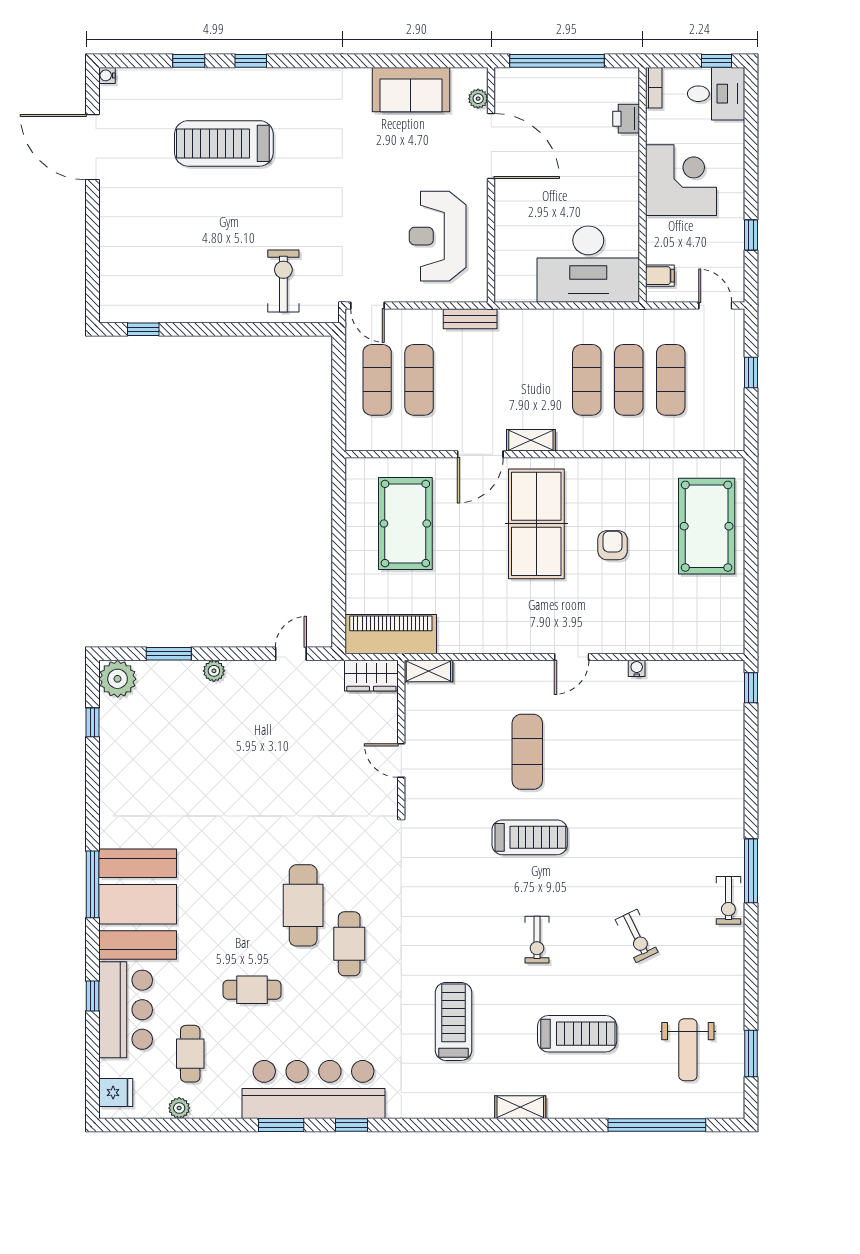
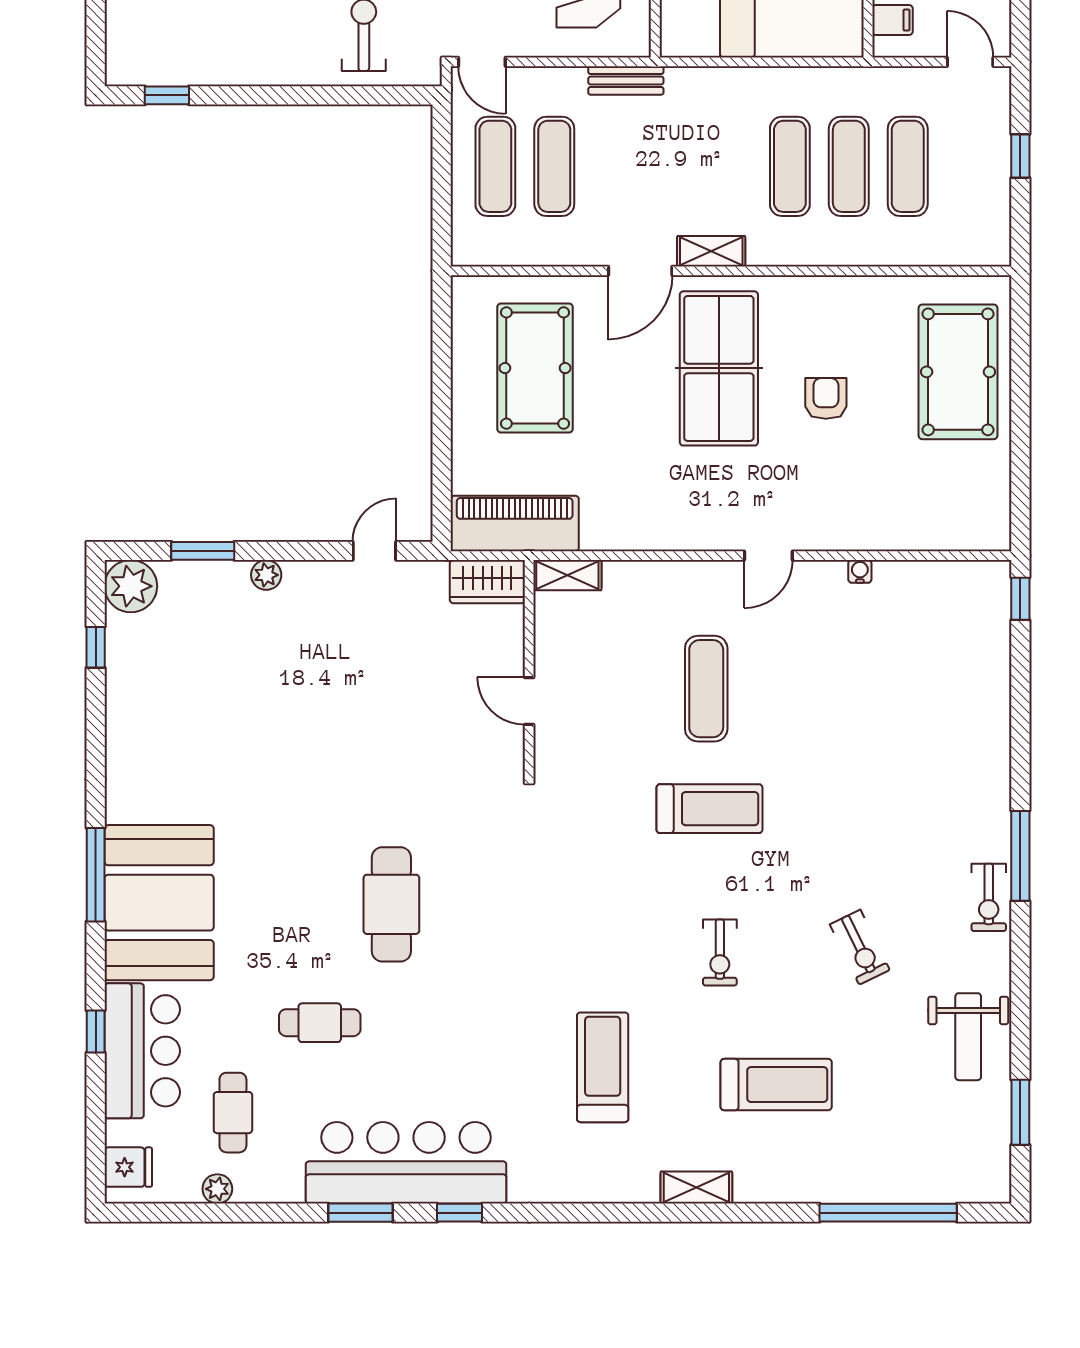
cafe table: (349, 944) -> (456, 958), removed
weight bench: (688, 1050) -> (968, 1037), moved

